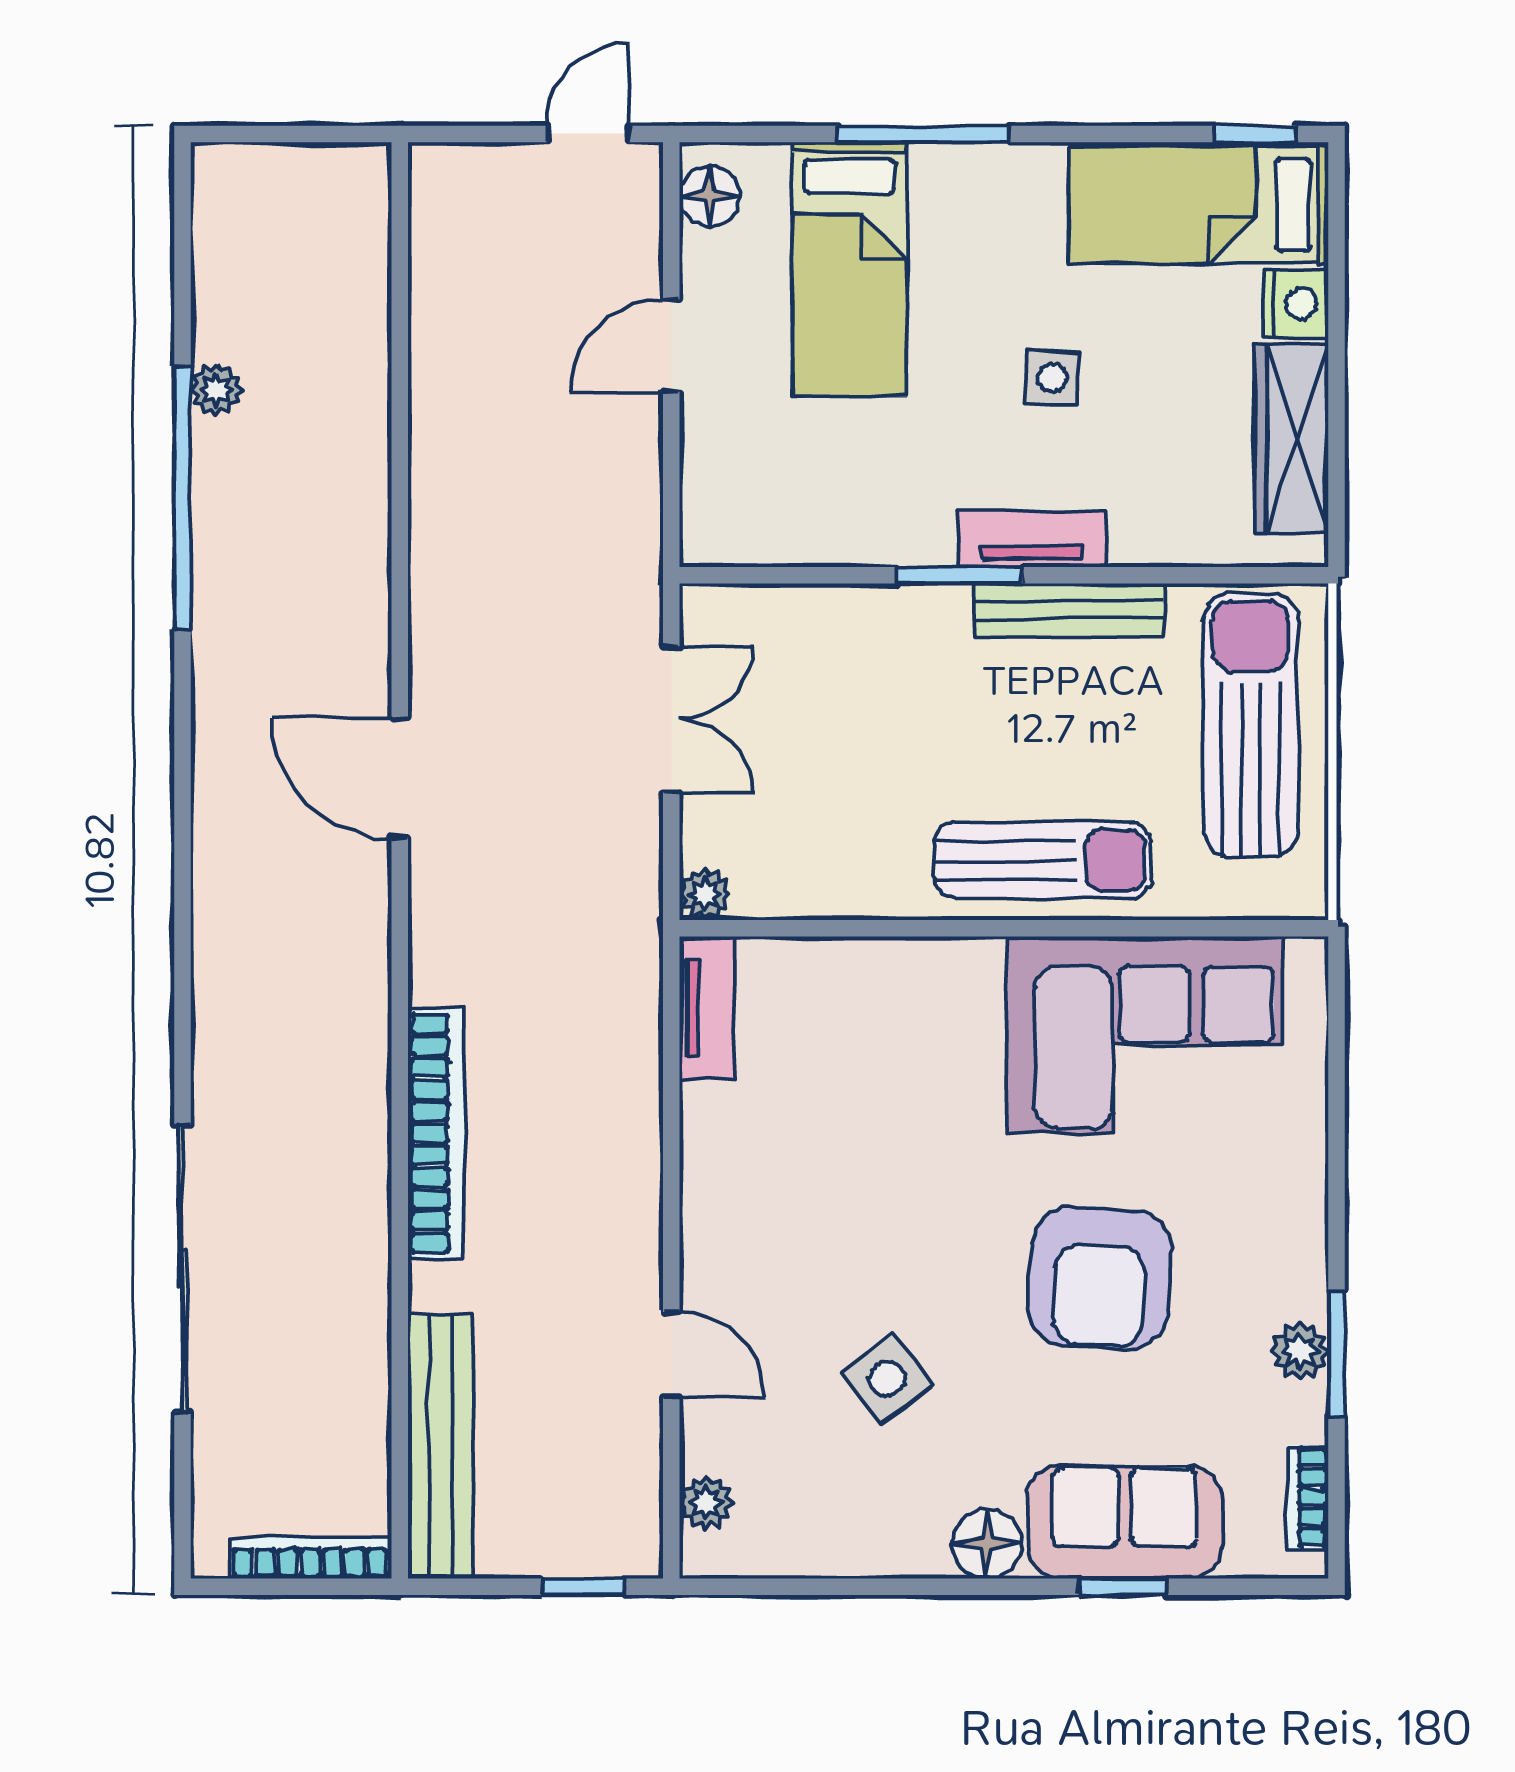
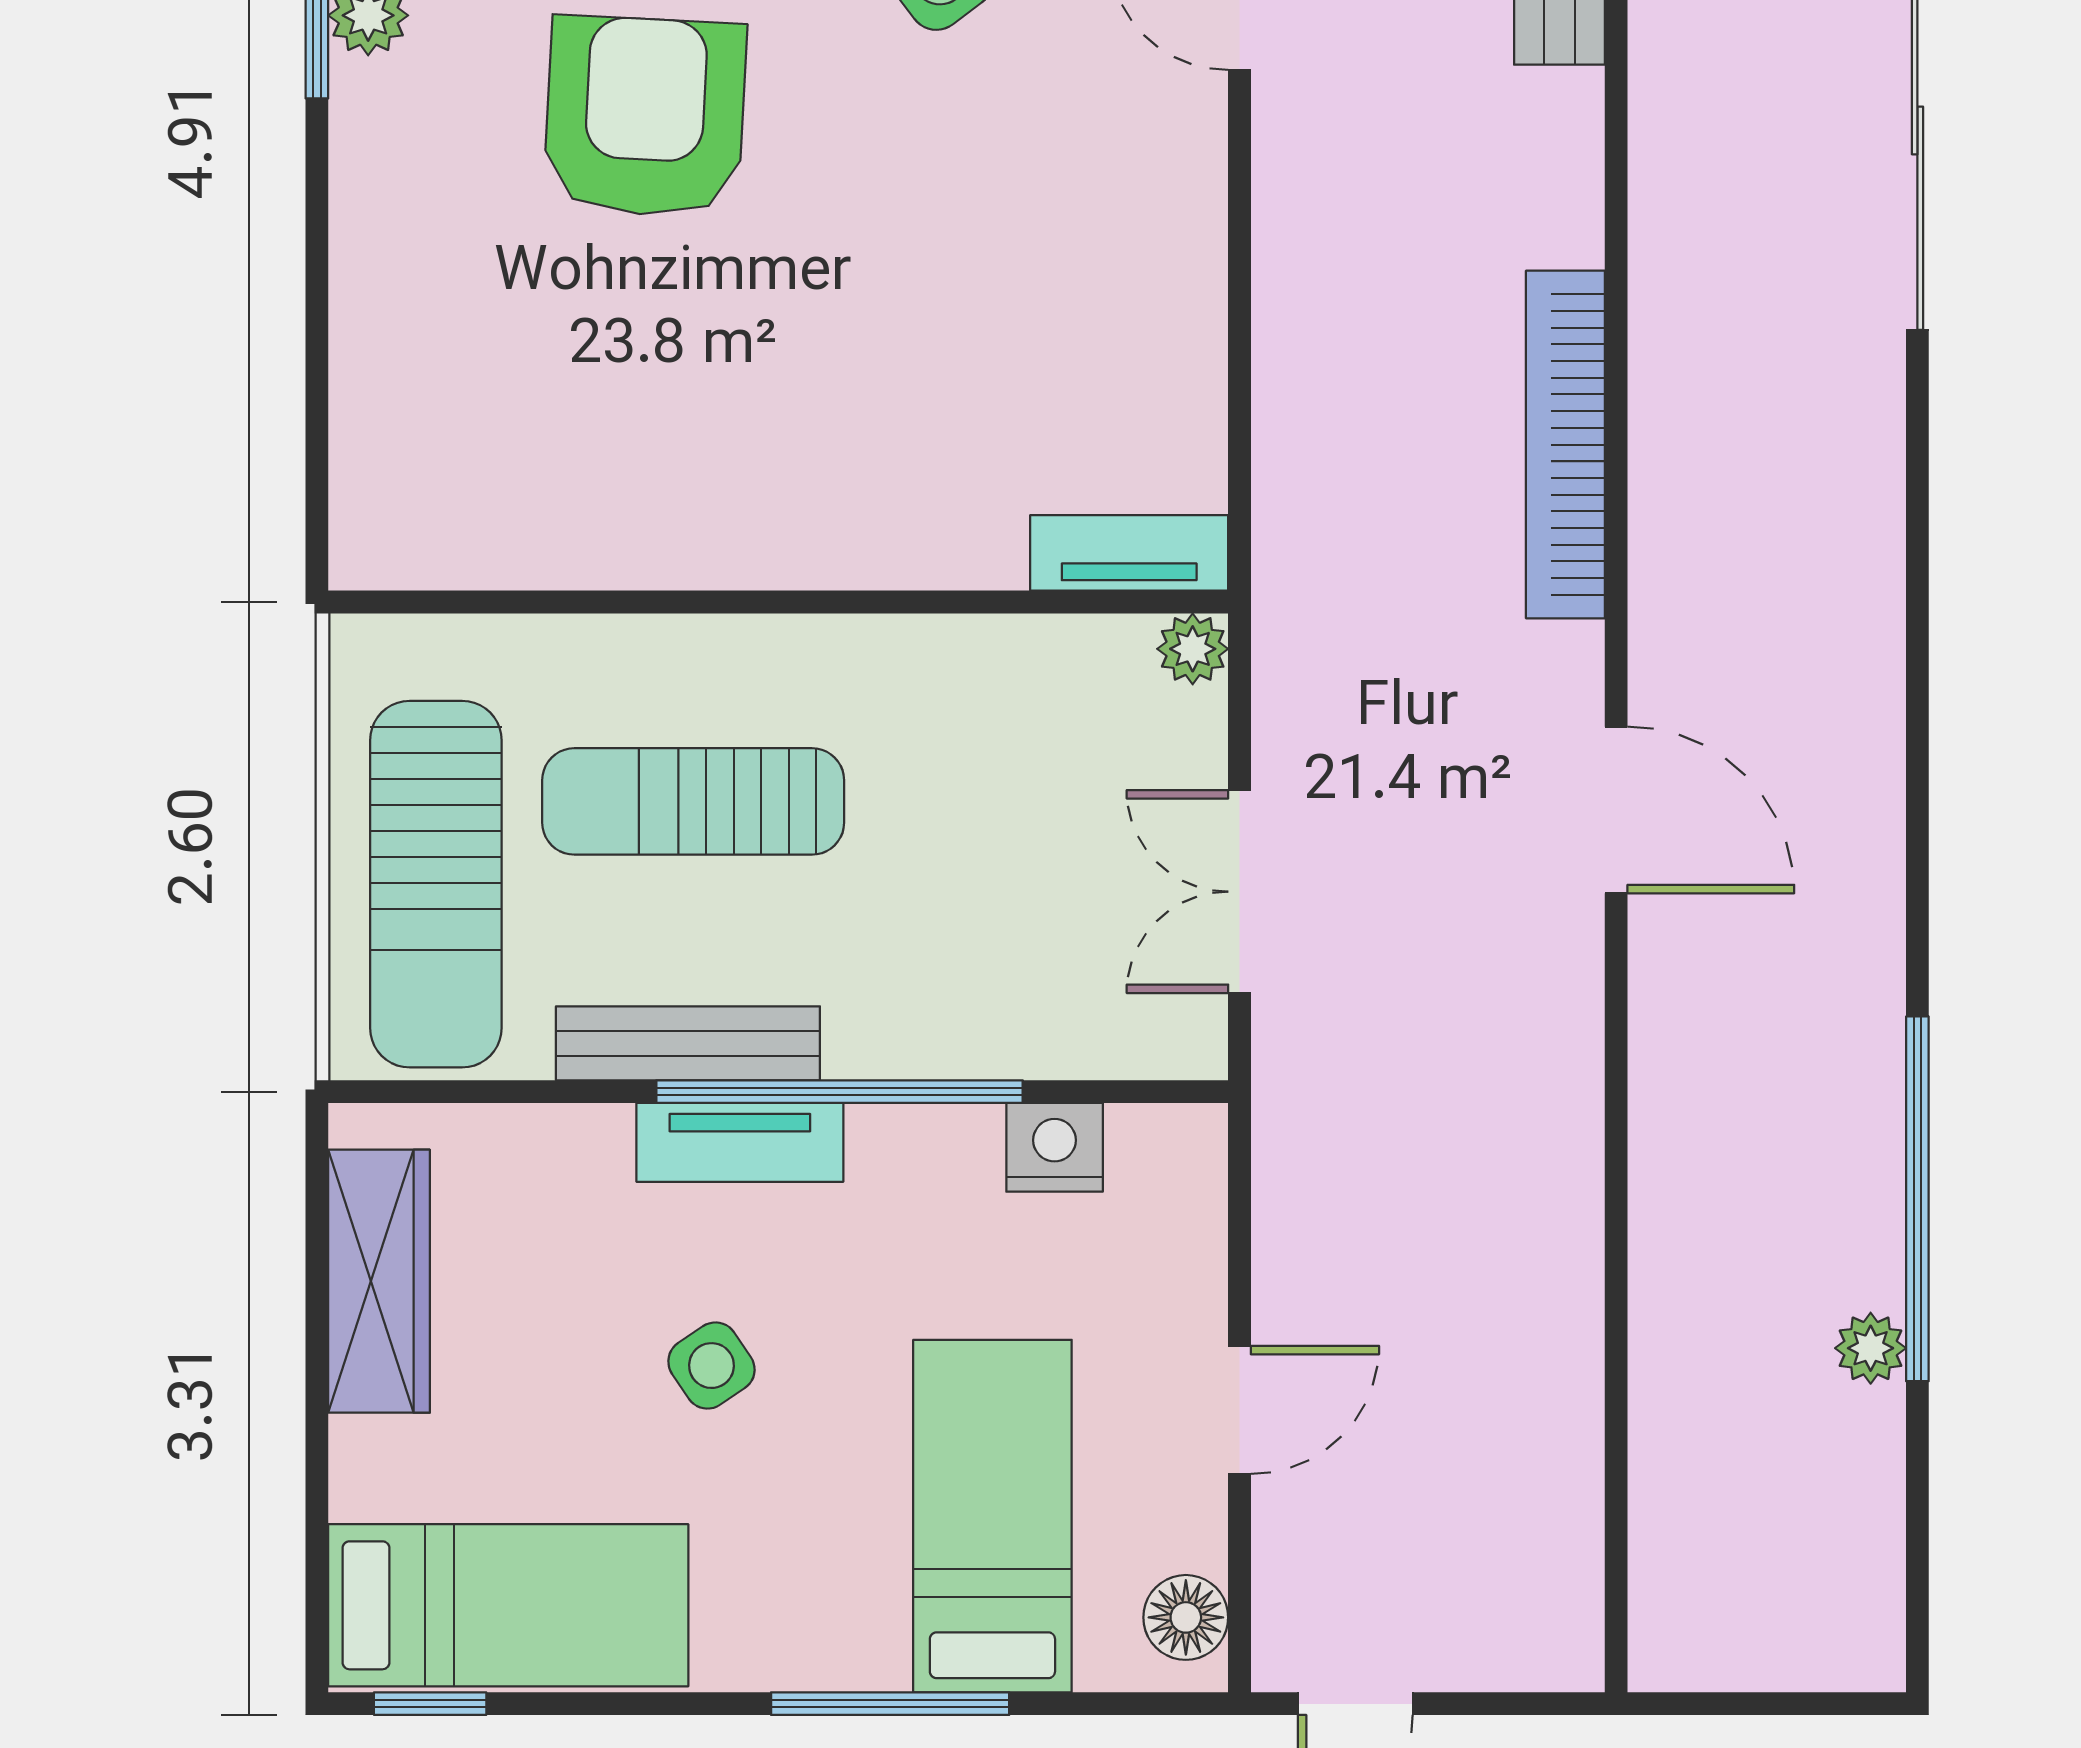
nightstand: (1296, 303) -> (1055, 1147), moved, turned 90
side table: (1052, 378) -> (711, 1366), turned -36
window: (960, 575) -> (840, 1092), width x2.11
sun lounger: (1043, 860) -> (693, 801), moved
tv unit: (707, 1008) -> (1129, 553), moved, turned 90
corner sofa: (1145, 1035) -> (582, 454), removed
bookcase: (436, 1133) -> (1565, 445), moved

